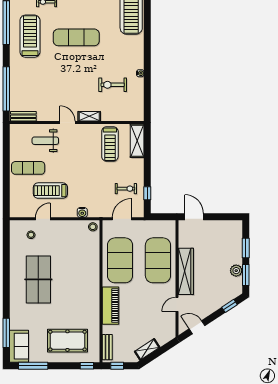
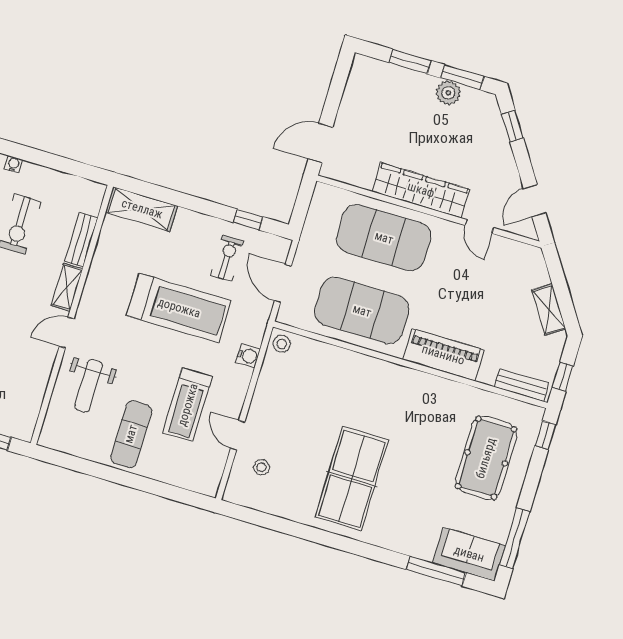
bench: (23, 116) -> (81, 240), moved
treadmill: (110, 144) -> (179, 308), moved, width x1.37, depth x1.38
table tennis table: (38, 279) -> (352, 479), turned 90

